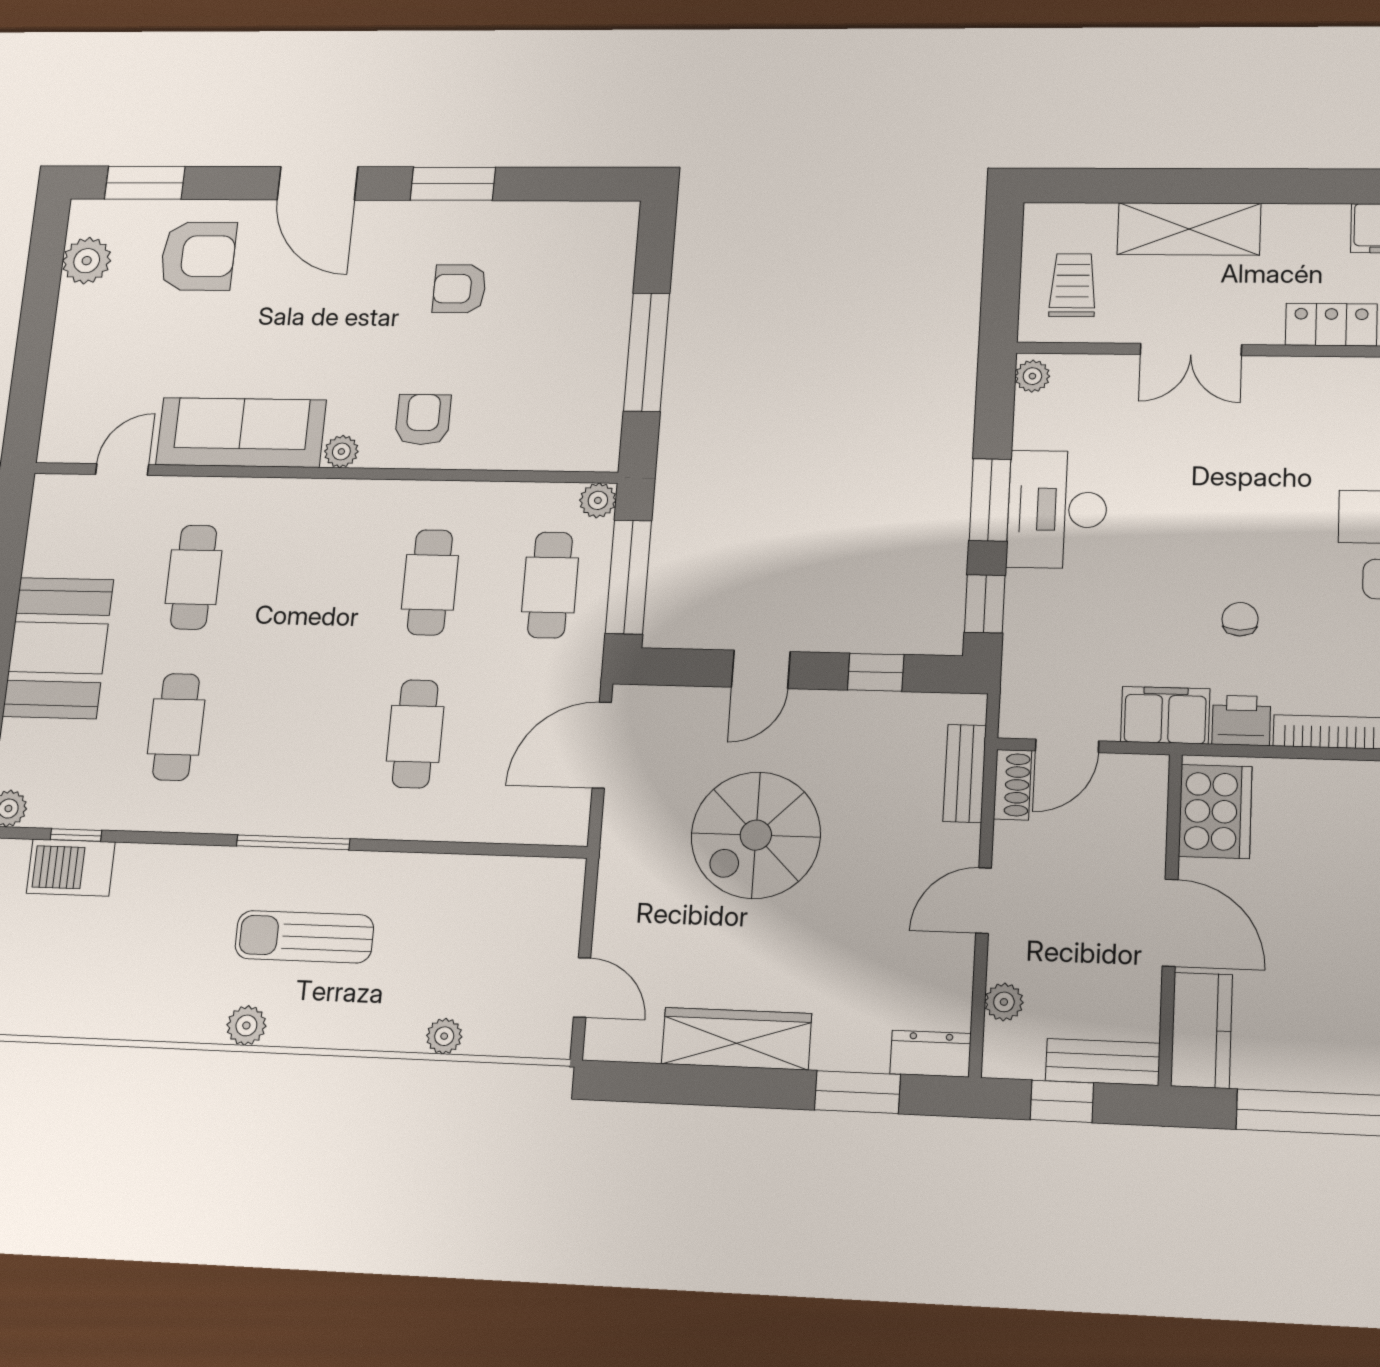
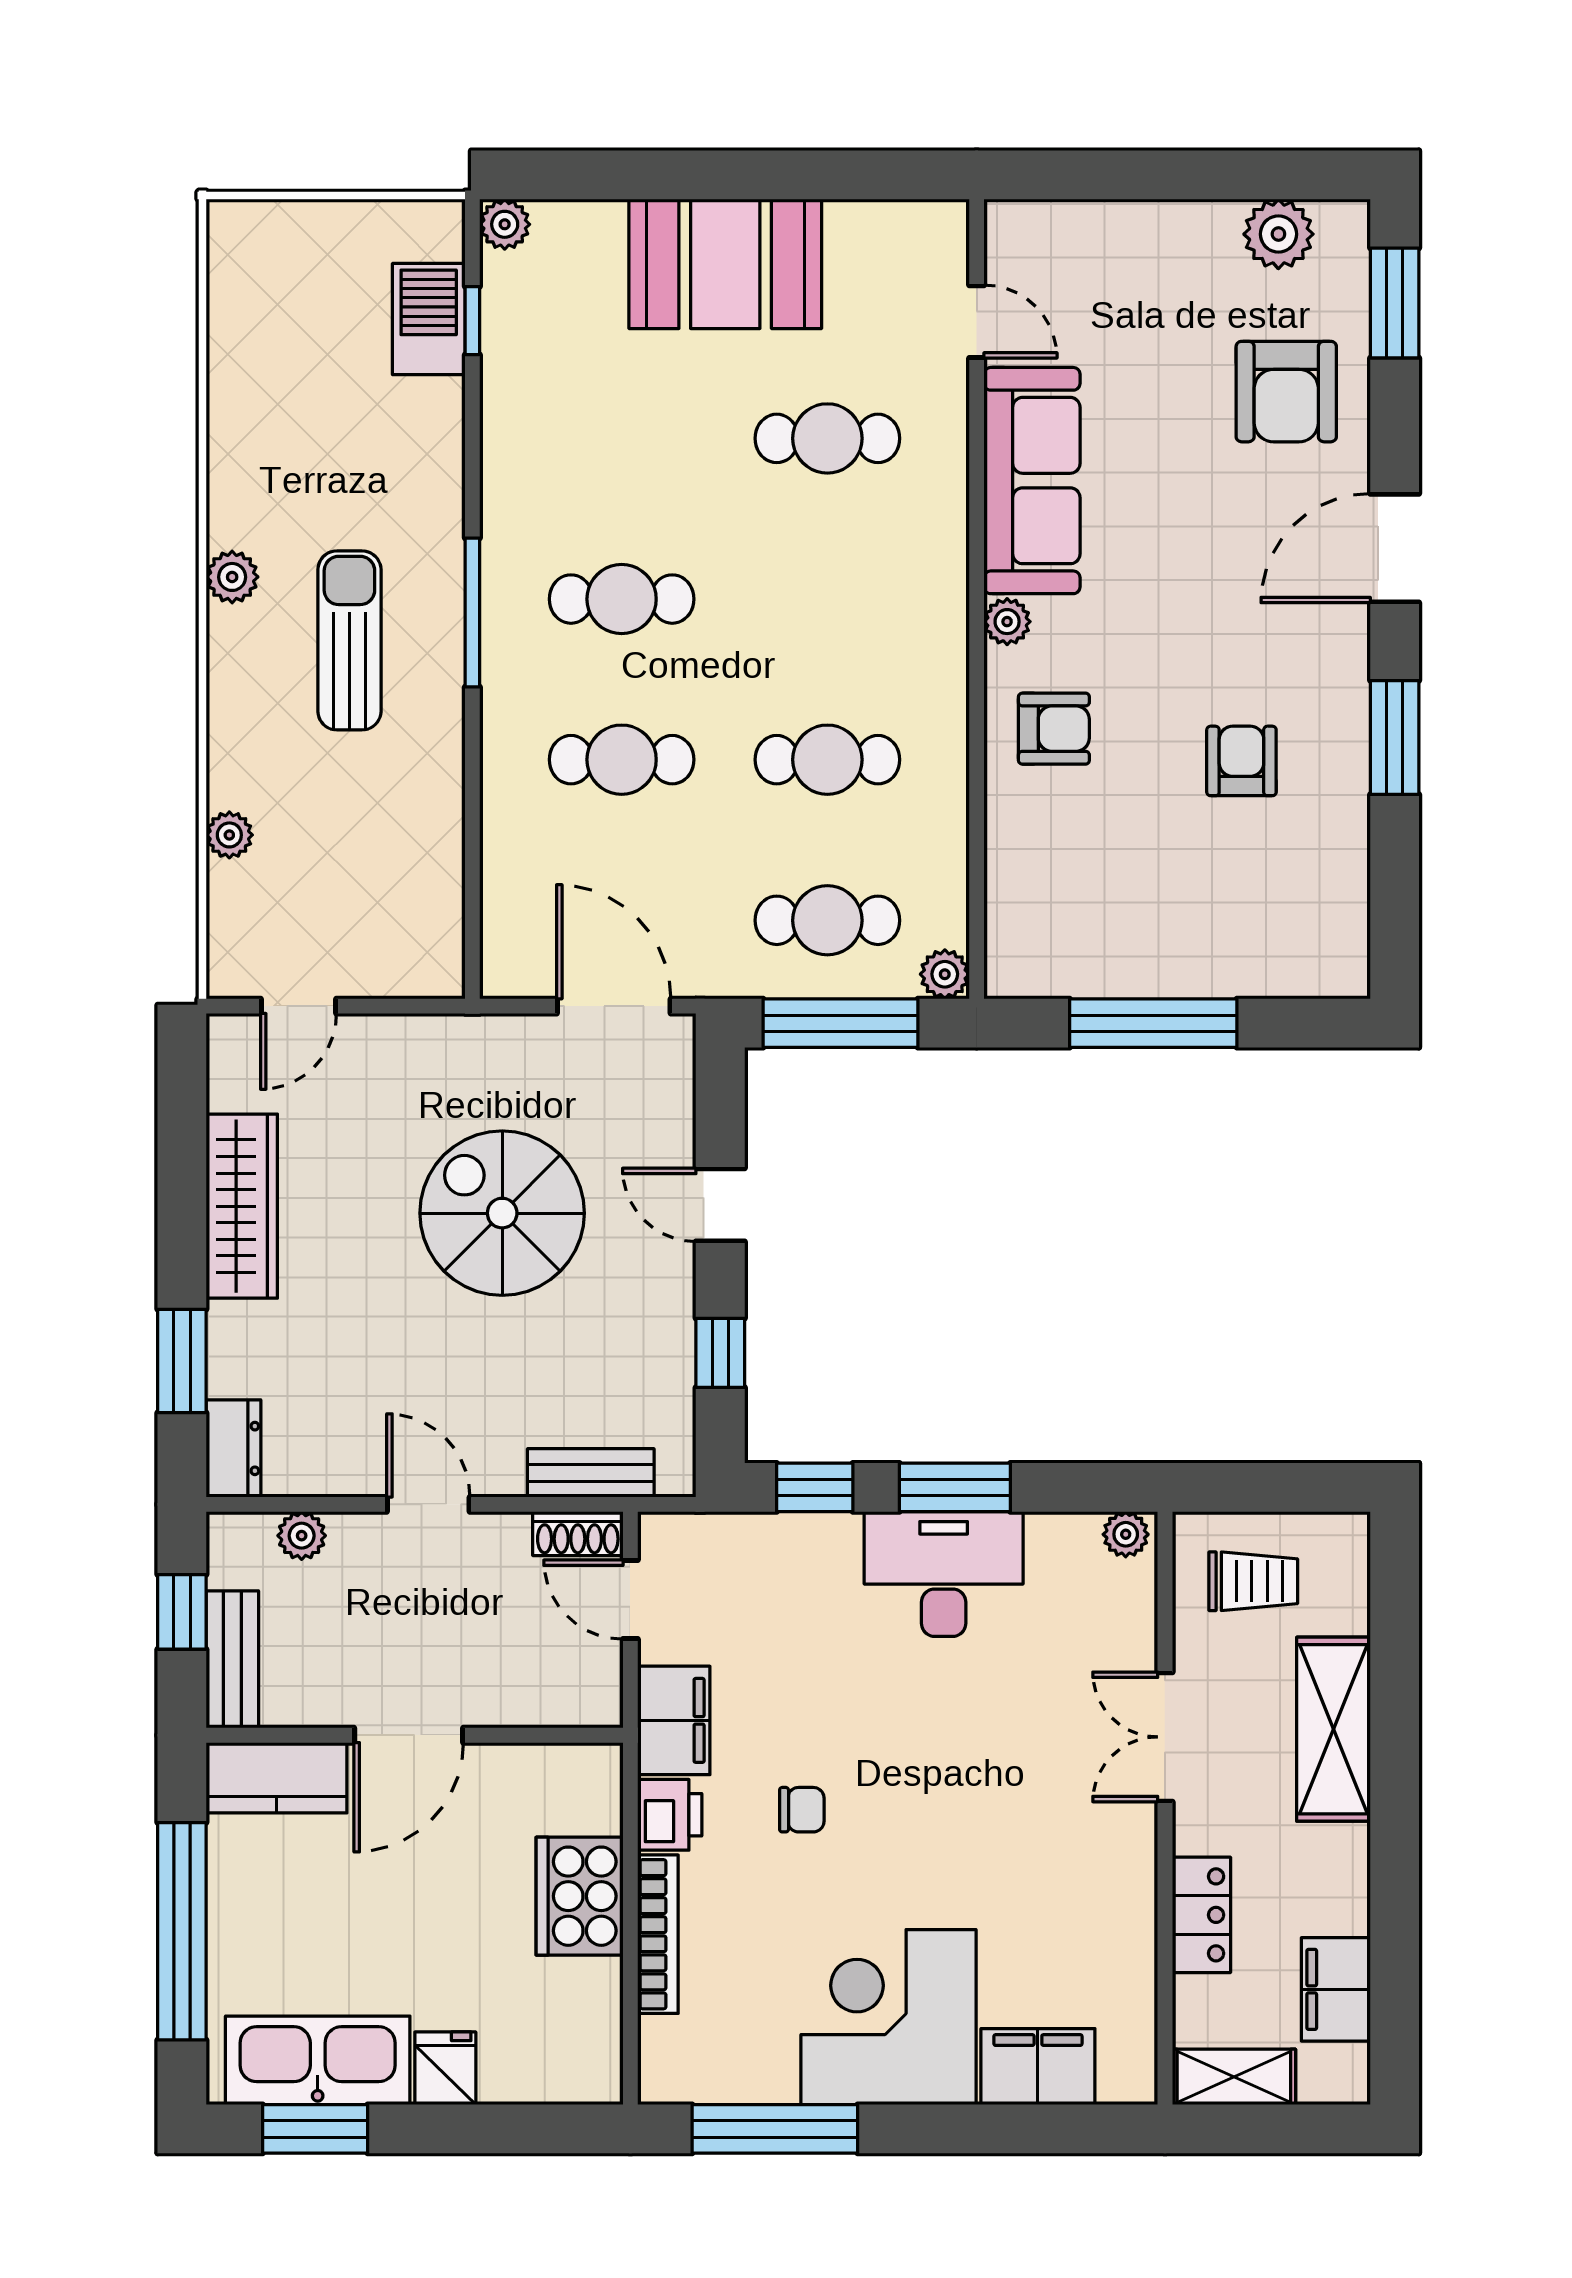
cafe table: (176, 727) -> (622, 599), moved
cooker: (1215, 811) -> (580, 1896), moved, turned 90

